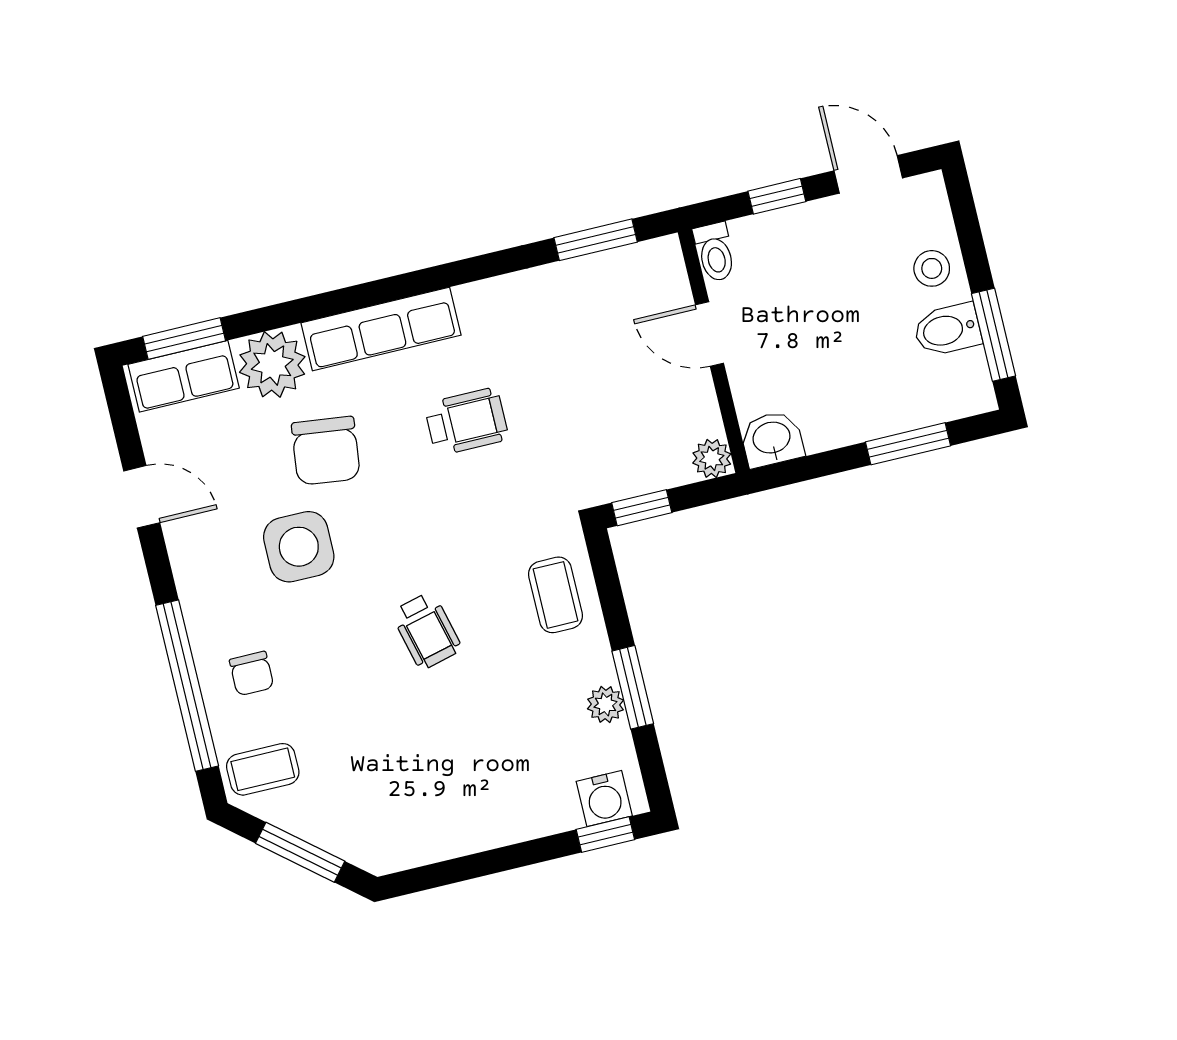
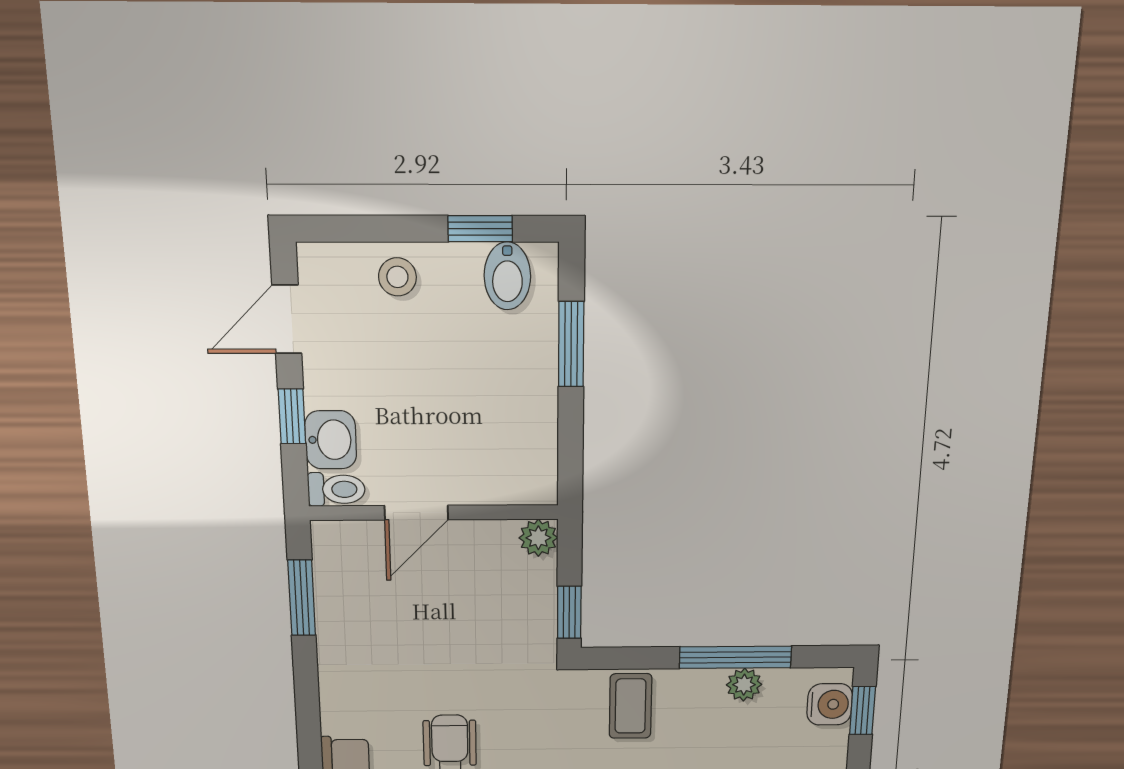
bidet: (947, 330) -> (507, 276), moved
window: (994, 335) -> (480, 229), width x0.67
washbasin: (772, 439) -> (331, 440), moved, turned 180
coffee table: (556, 595) -> (630, 706), turned 90
window: (633, 687) -> (735, 657), width x1.44

